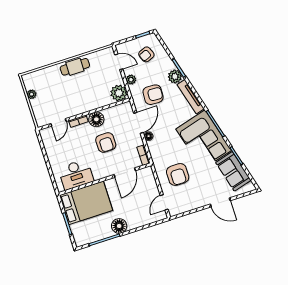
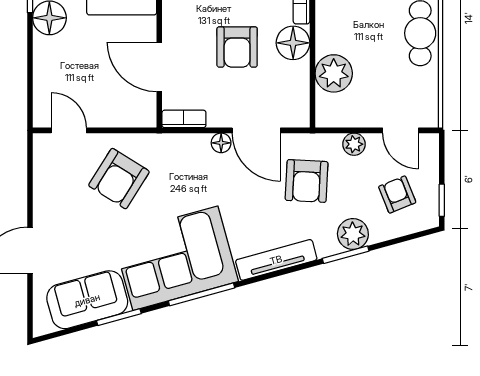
door: (119, 62) -> (401, 130), hinge flipped
plant: (175, 77) -> (353, 234), moved
plant: (119, 93) -> (334, 73), moved
armchair: (106, 142) -> (237, 47), turned -90
armchair: (178, 174) -> (119, 179), turned -58

